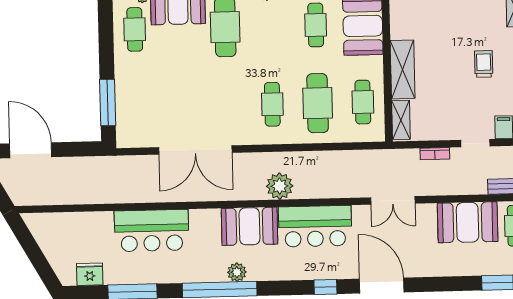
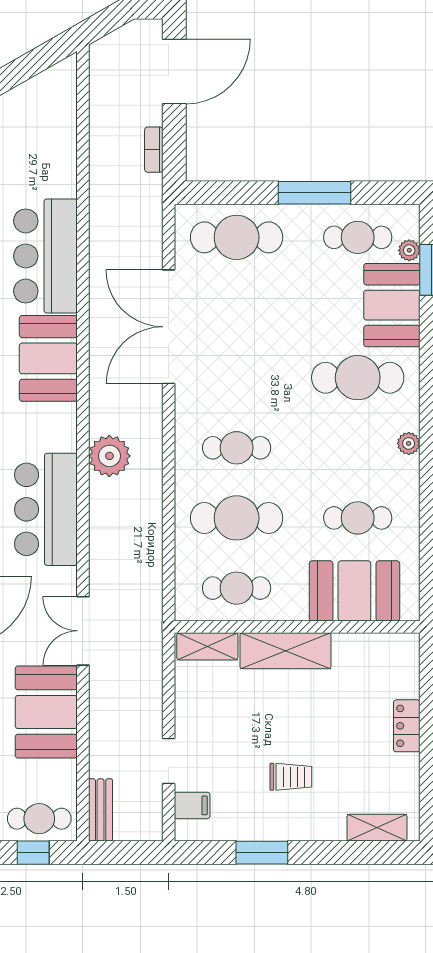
window: (108, 102) -> (315, 193), moved
cafe table: (137, 108) -> (237, 237), added
bookcase: (435, 154) -> (154, 150), moved
booth: (468, 222) -> (46, 712), moved
booth: (250, 226) -> (48, 358), moved

